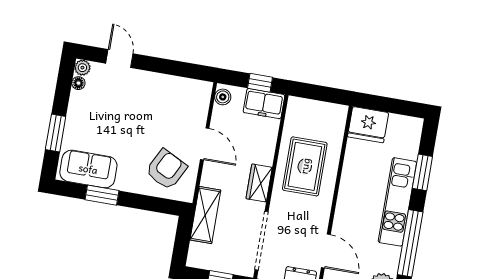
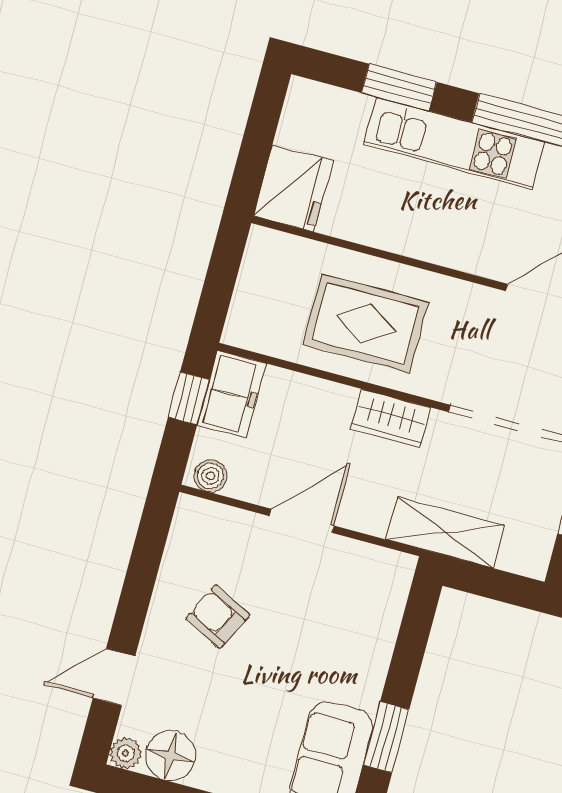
floor lamp: (78, 83) -> (171, 756), width x1.89, depth x1.89
armchair: (166, 169) -> (218, 617), moved, width x0.72, depth x0.72

